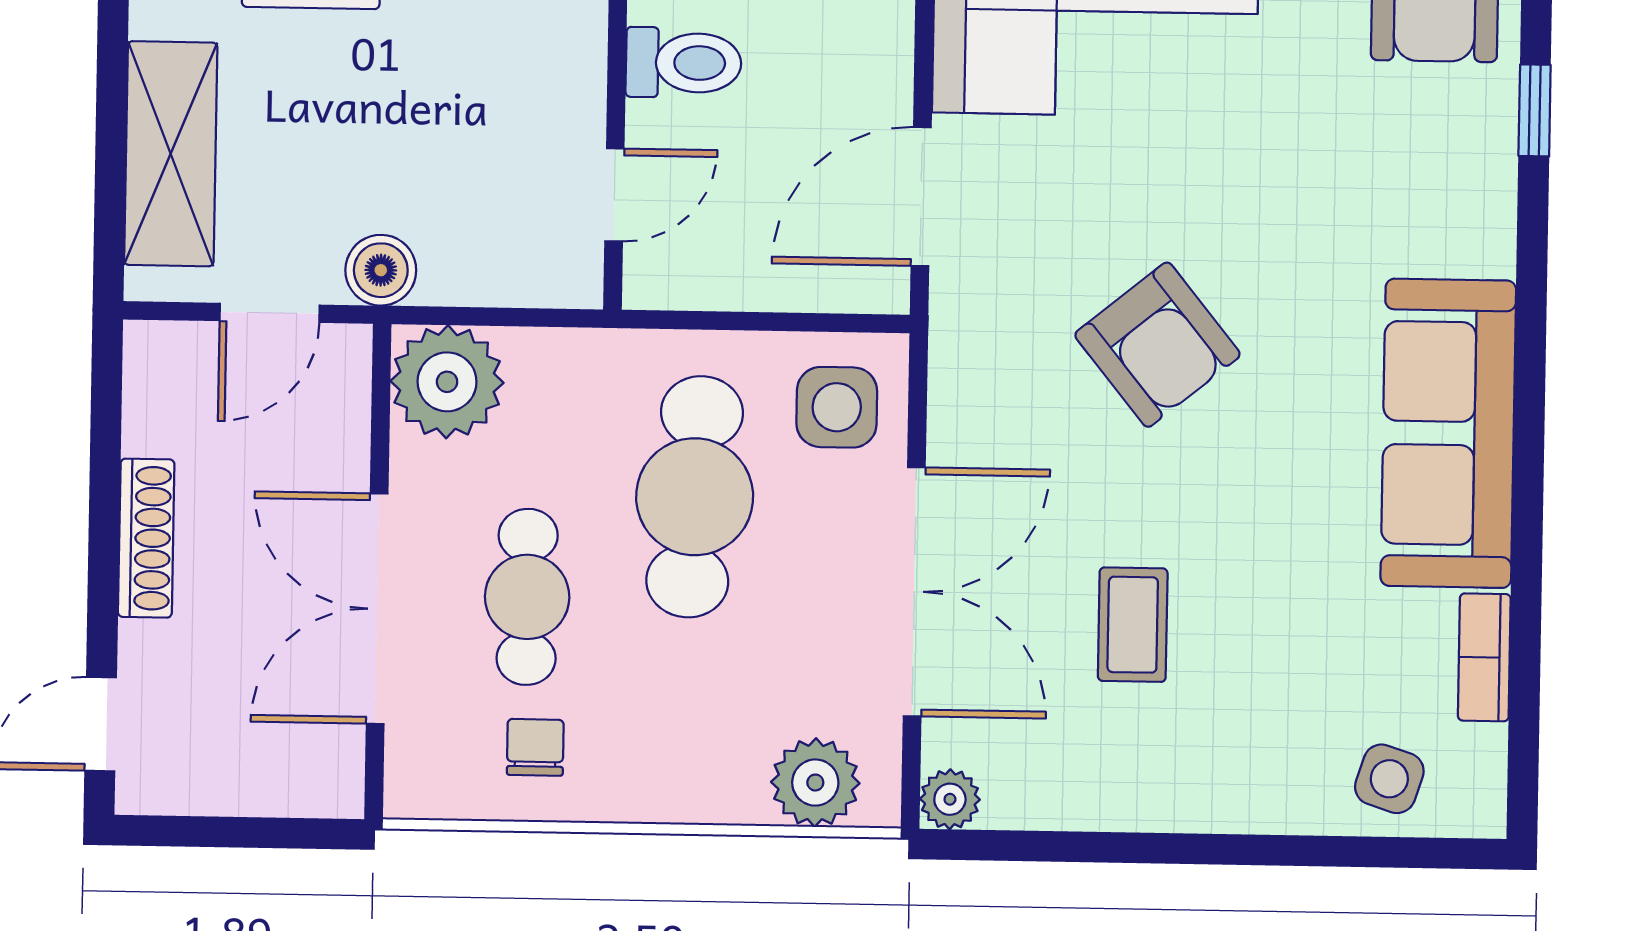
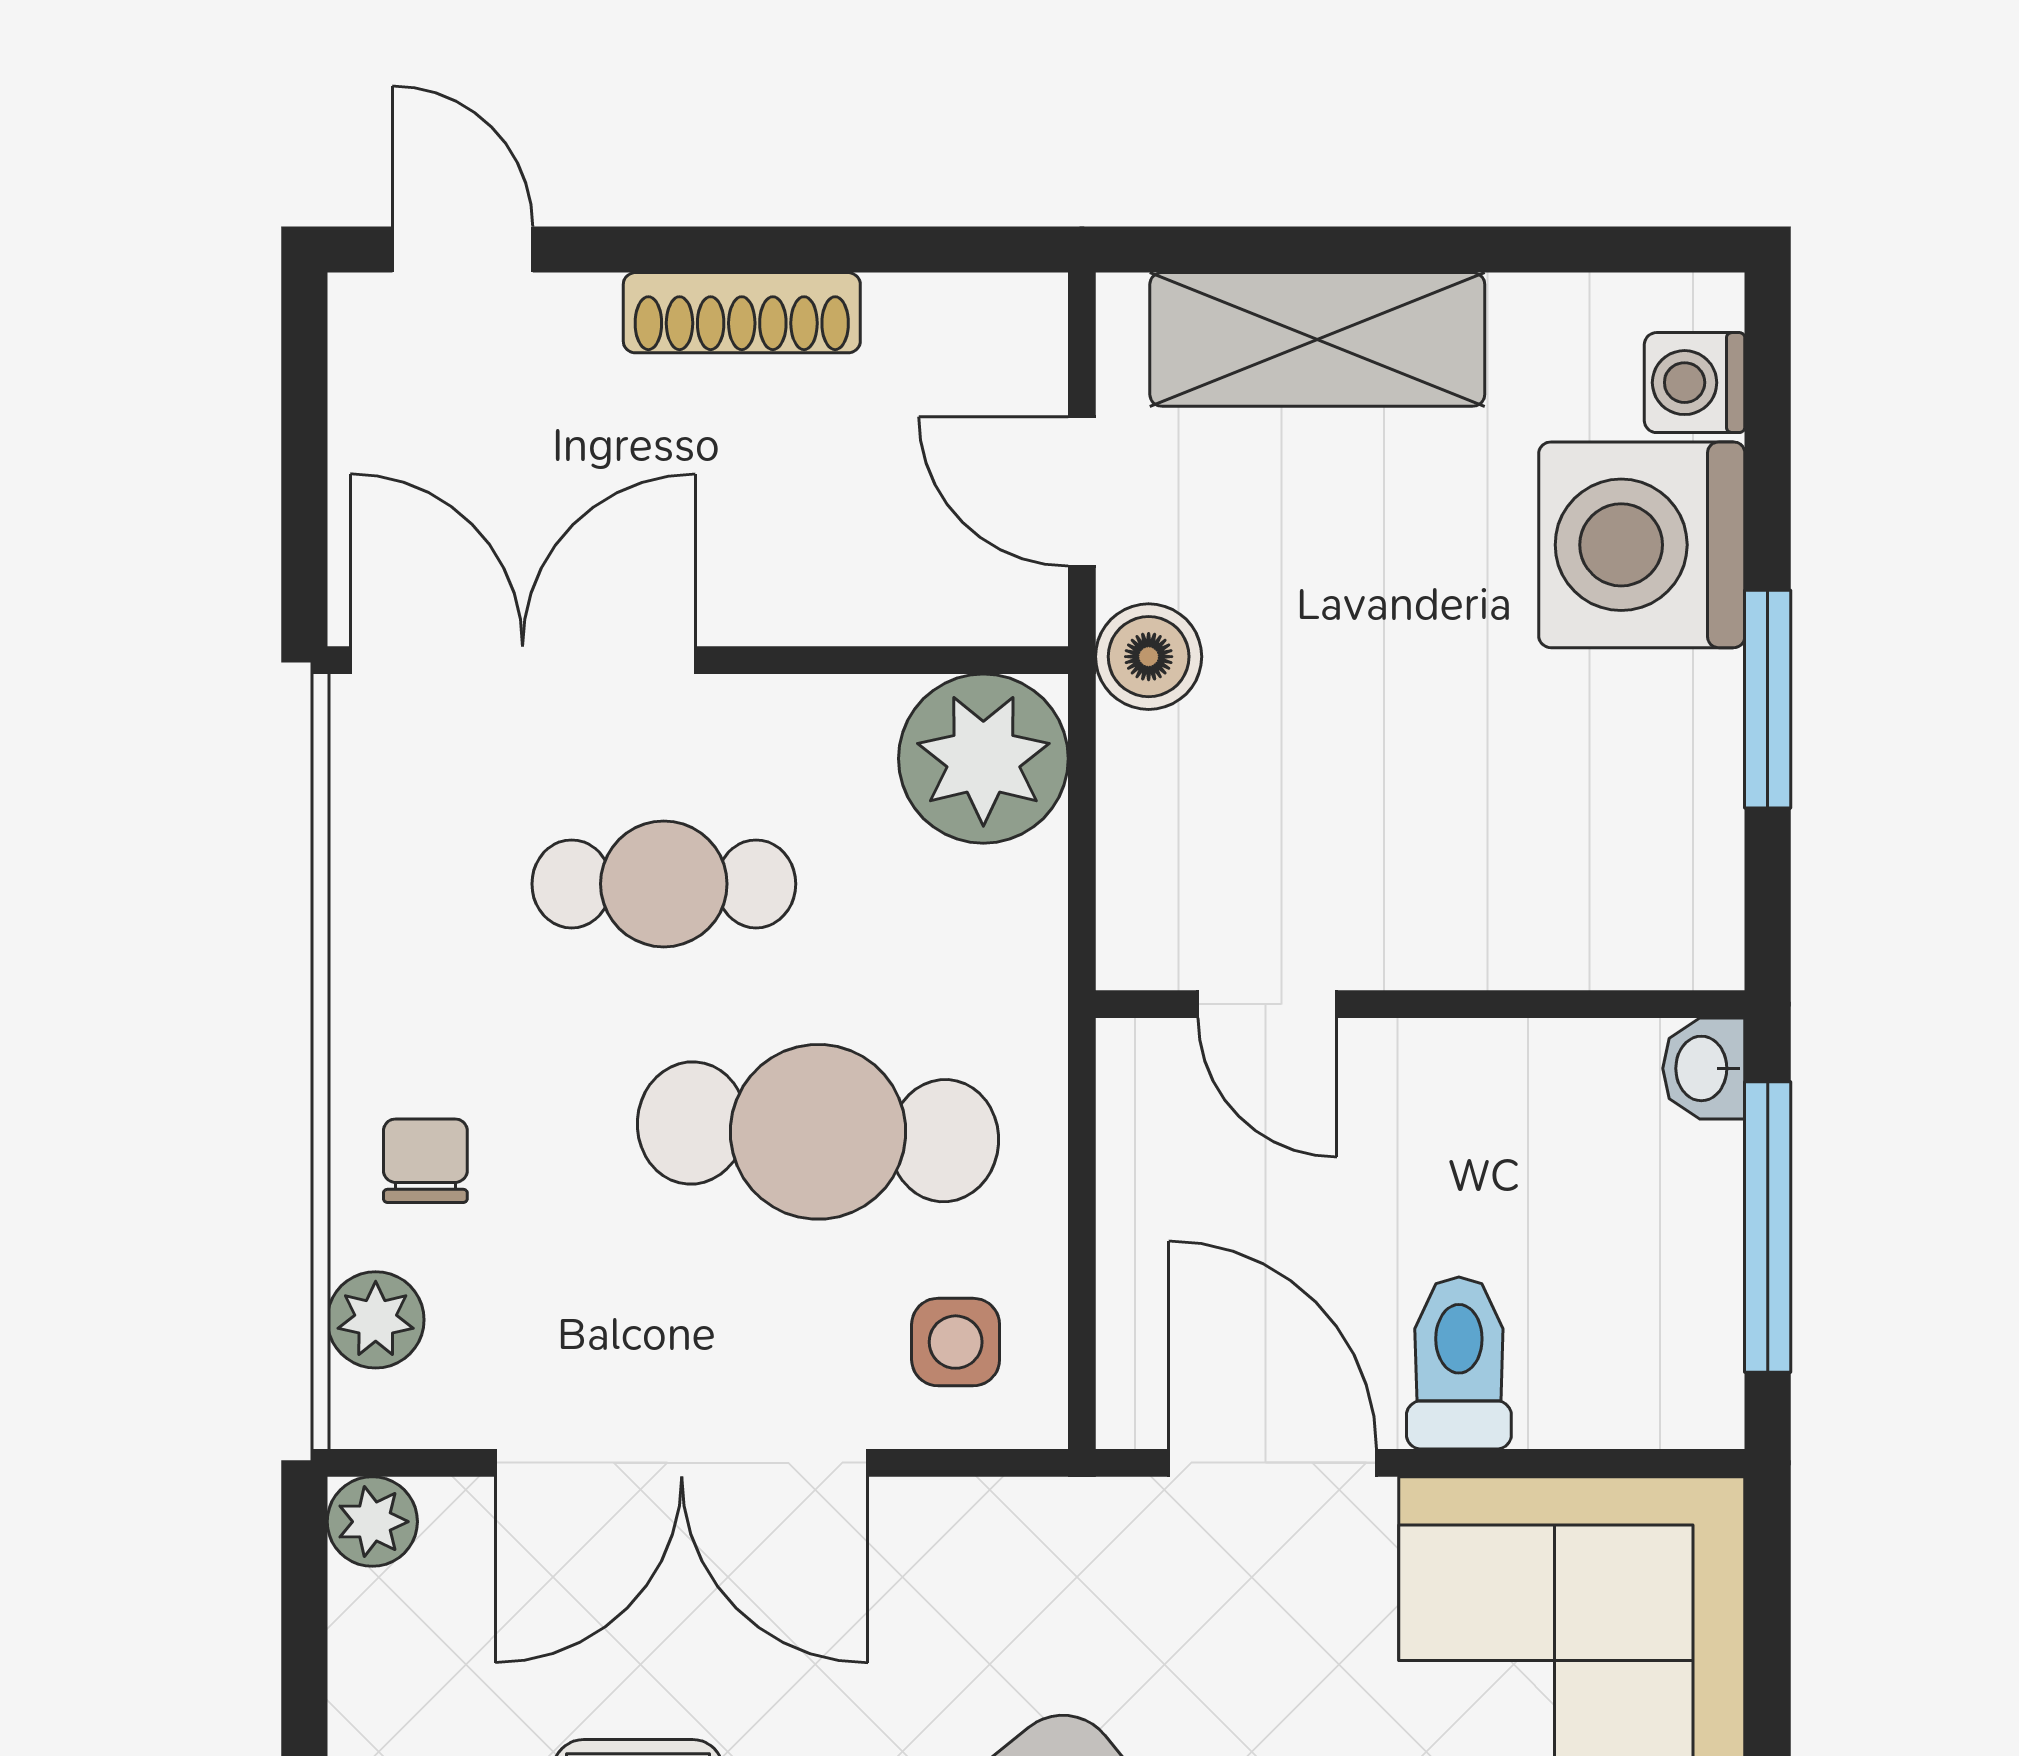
toilet: (684, 63) -> (1459, 1363), moved, turned 180
side table: (837, 407) -> (956, 1342), width x0.73, depth x0.73
double door: (377, 609) -> (523, 660), moved
chair: (535, 747) -> (425, 1161), moved, turned -90
plant: (815, 783) -> (376, 1320), width x0.73, depth x0.73

